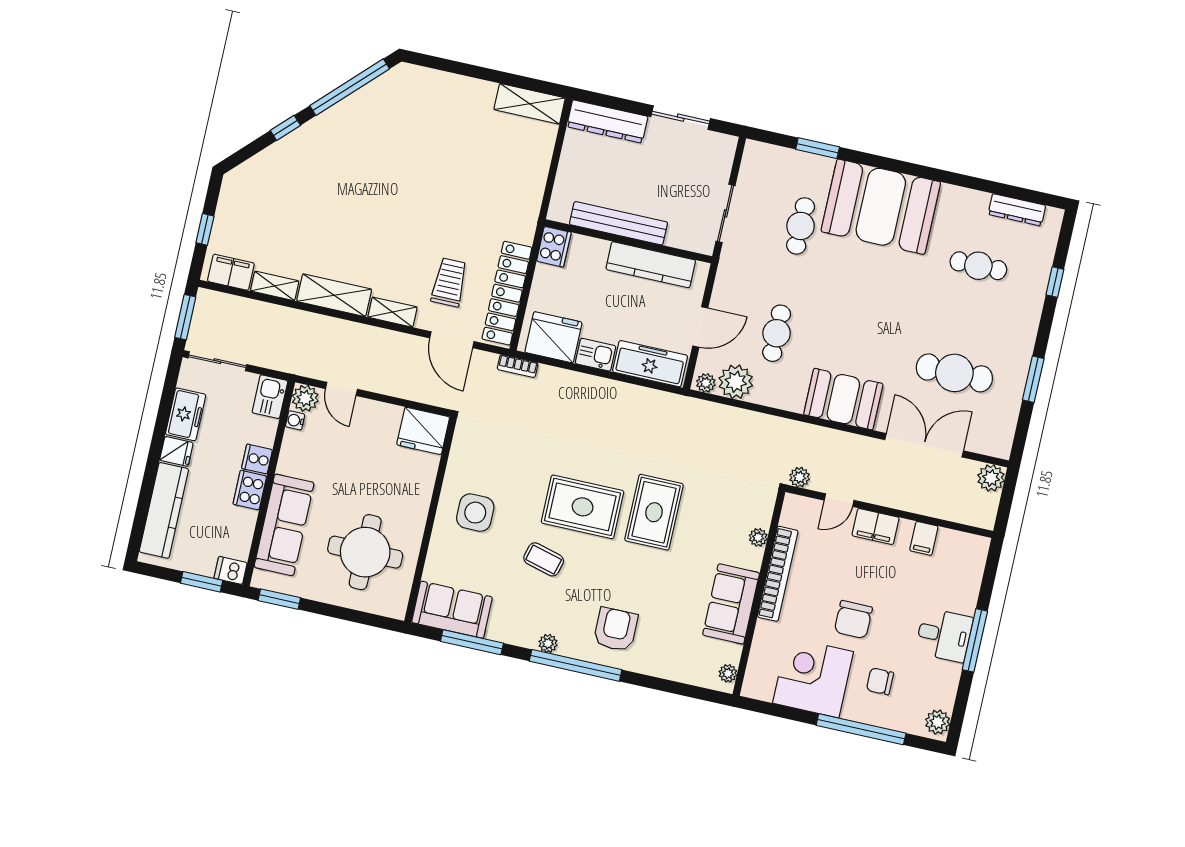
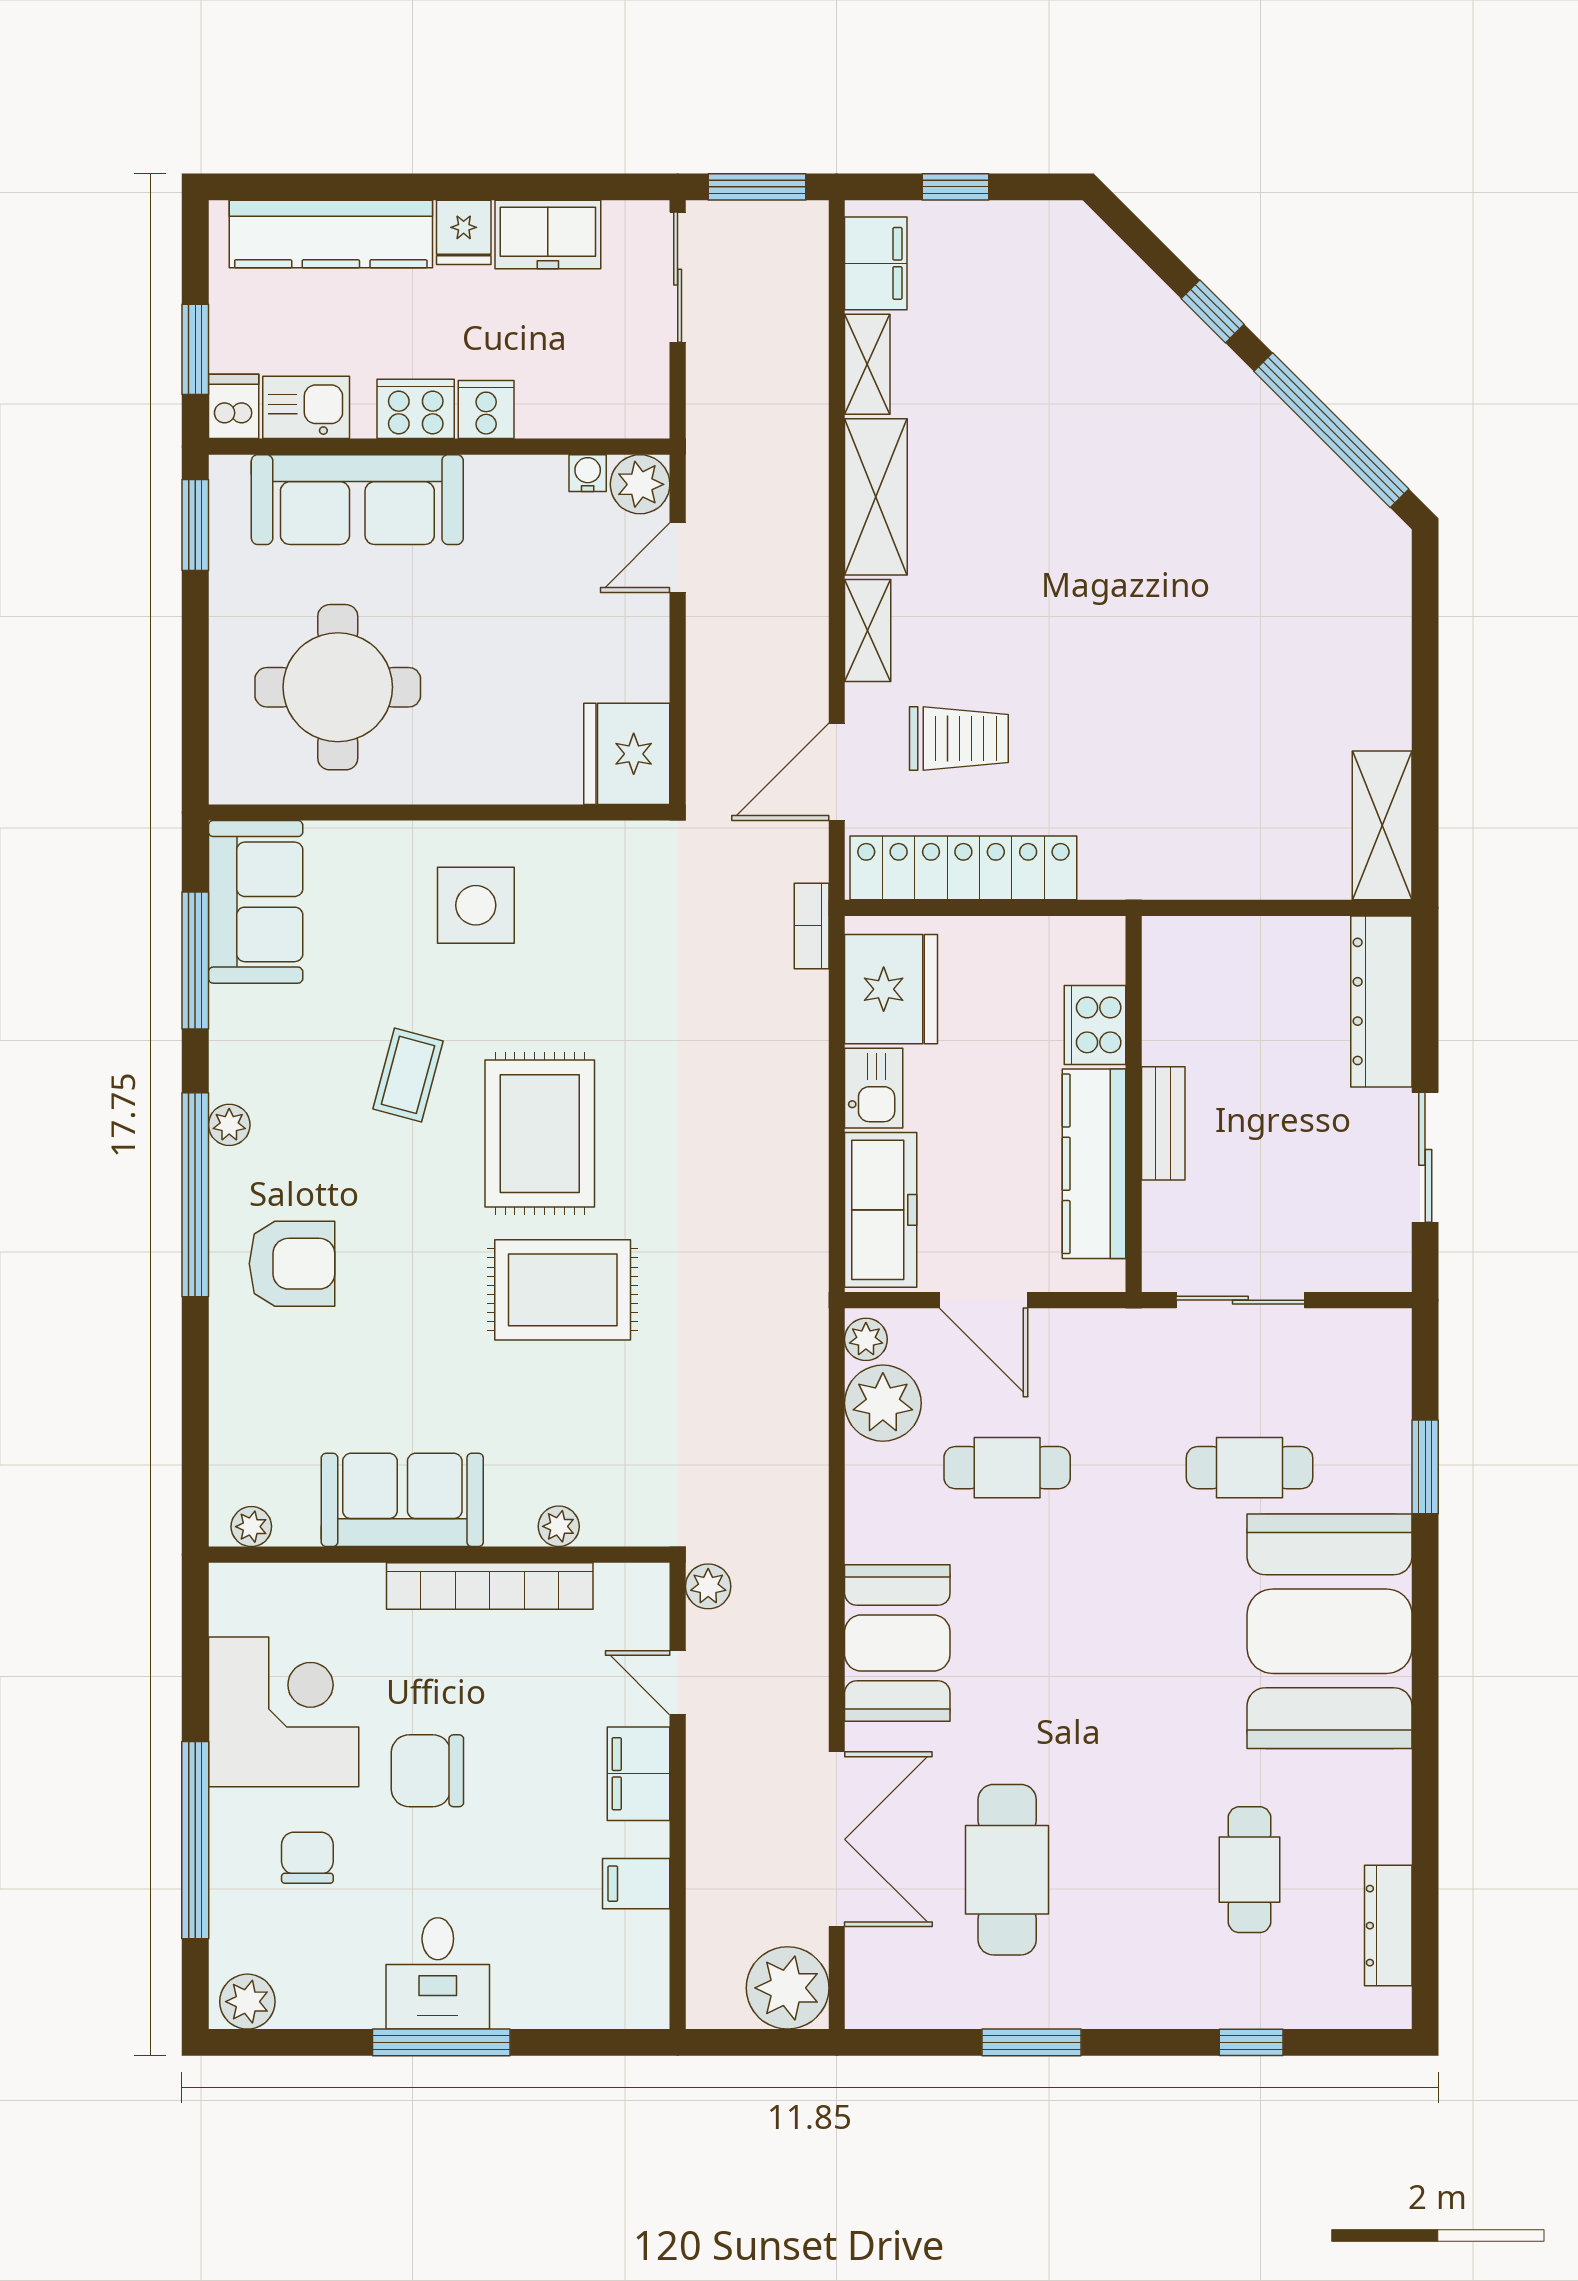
bench: (618, 223) -> (1163, 1123), width x0.54, depth x0.82
cooker: (554, 247) -> (1095, 1025), moved, turned 90
kitchen sink: (270, 397) -> (306, 407), moved
plant: (991, 478) -> (788, 1988), width x1.36, depth x1.36

